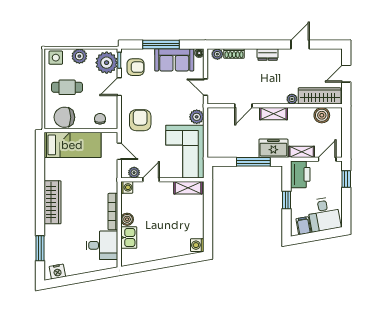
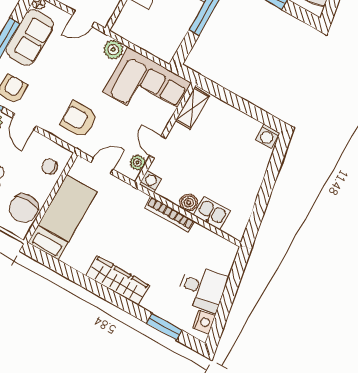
desk: (102, 245) -> (202, 288), moved, turned 80

